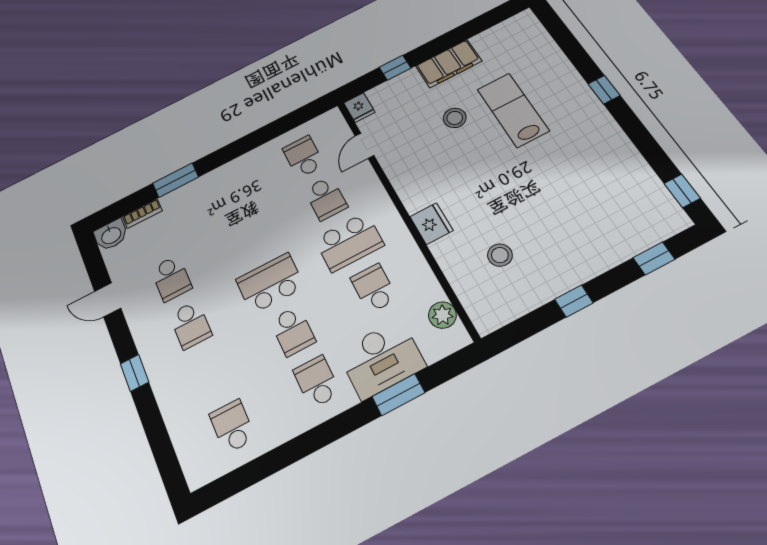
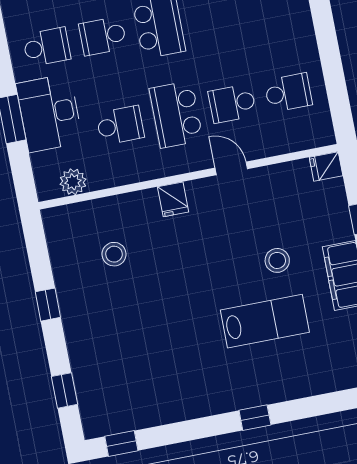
door: (365, 146) -> (231, 168), moved
fridge: (431, 224) -> (173, 199), width x0.72

